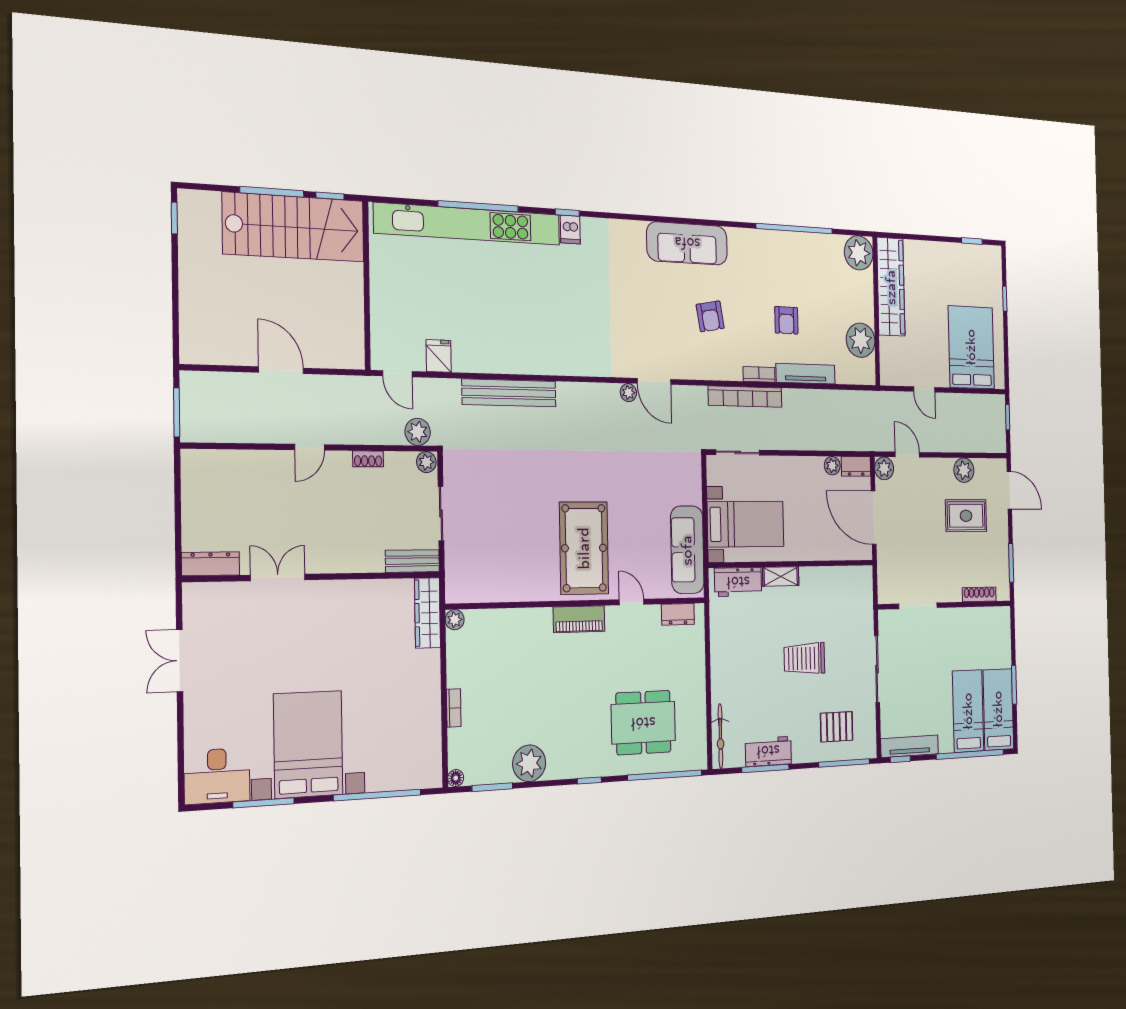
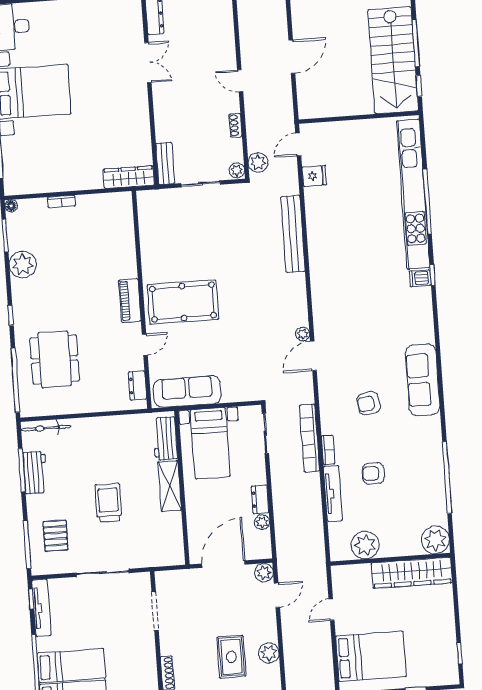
dresser: (856, 466) -> (260, 499), moved
shelving: (781, 576) -> (170, 486), width x1.50, depth x1.33
plant: (455, 620) -> (125, 199), removed

